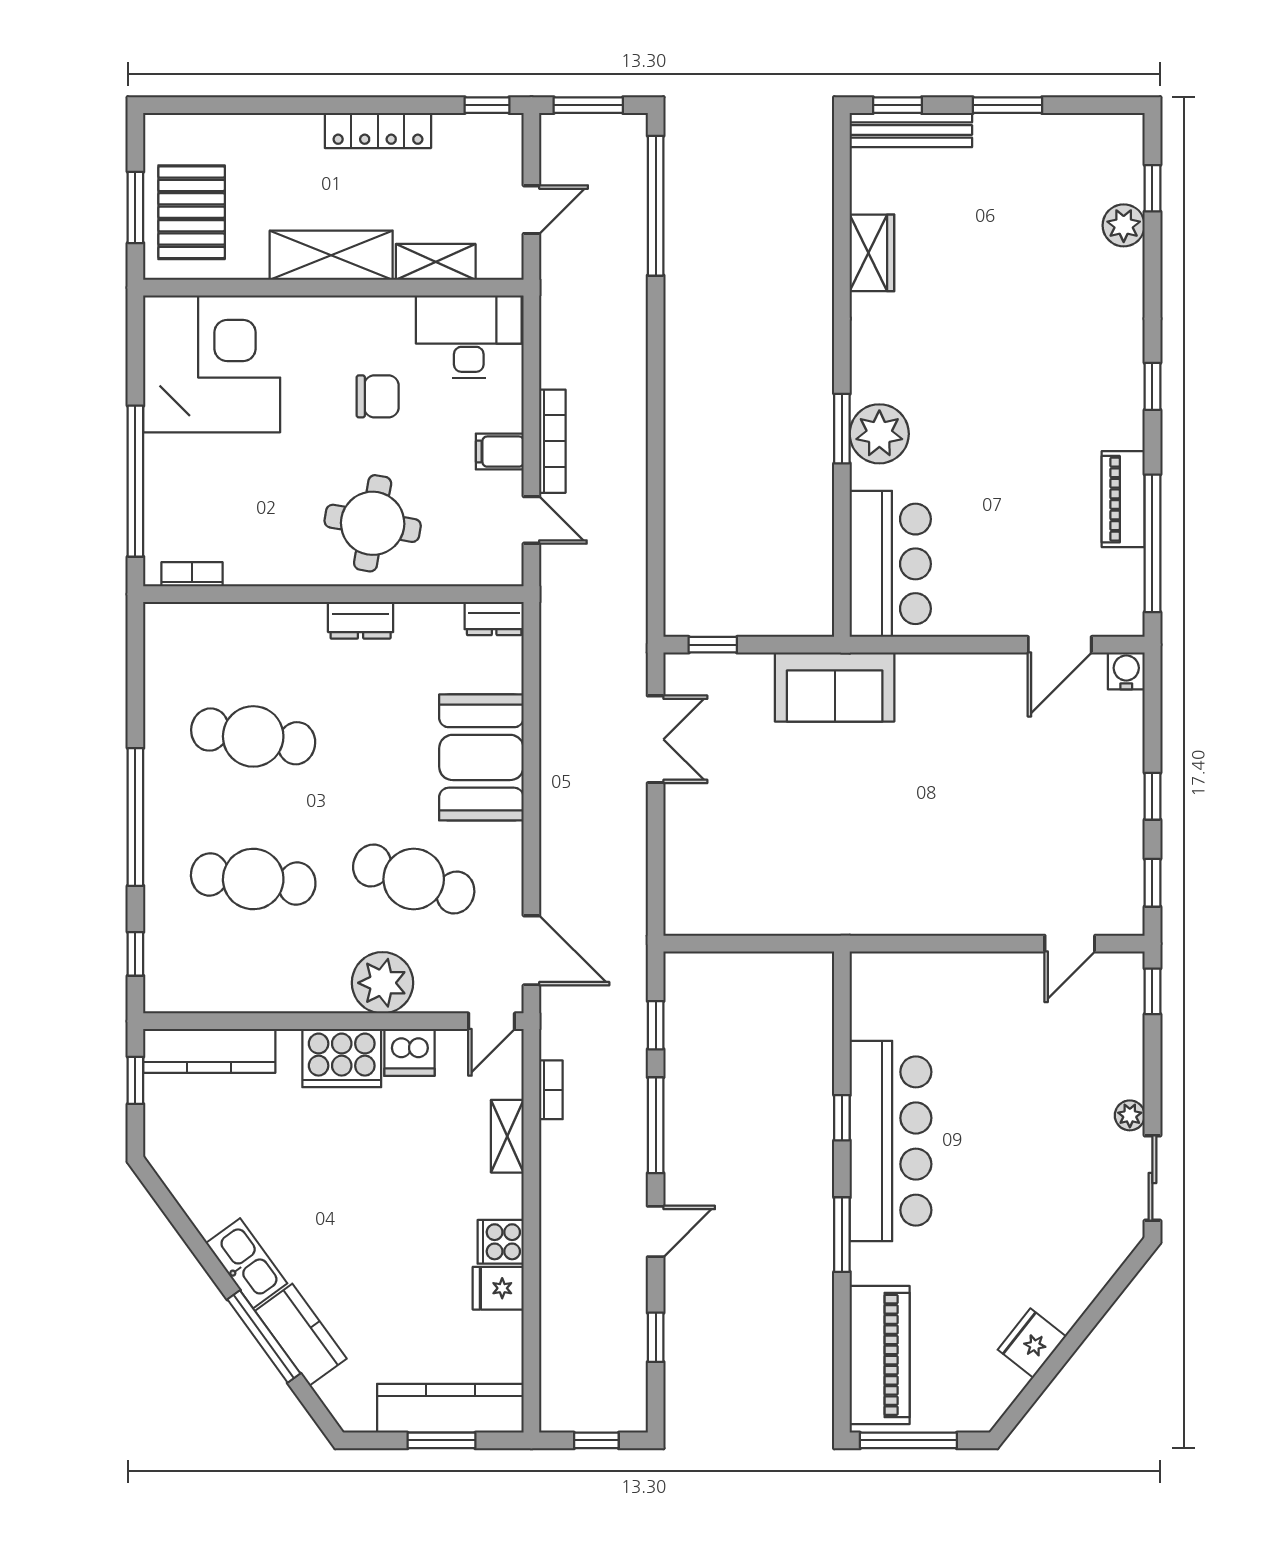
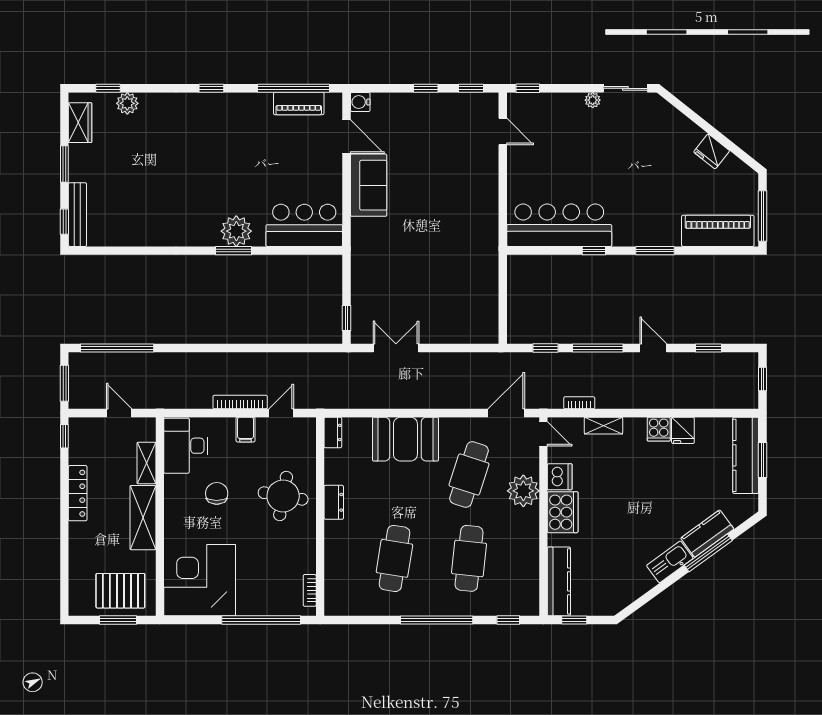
wardrobe: (872, 253) -> (80, 123), moved, turned 90
piano: (1123, 499) -> (299, 104), moved
sofa: (835, 687) -> (369, 185), moved
bar counter: (891, 1141) -> (559, 225), moved

